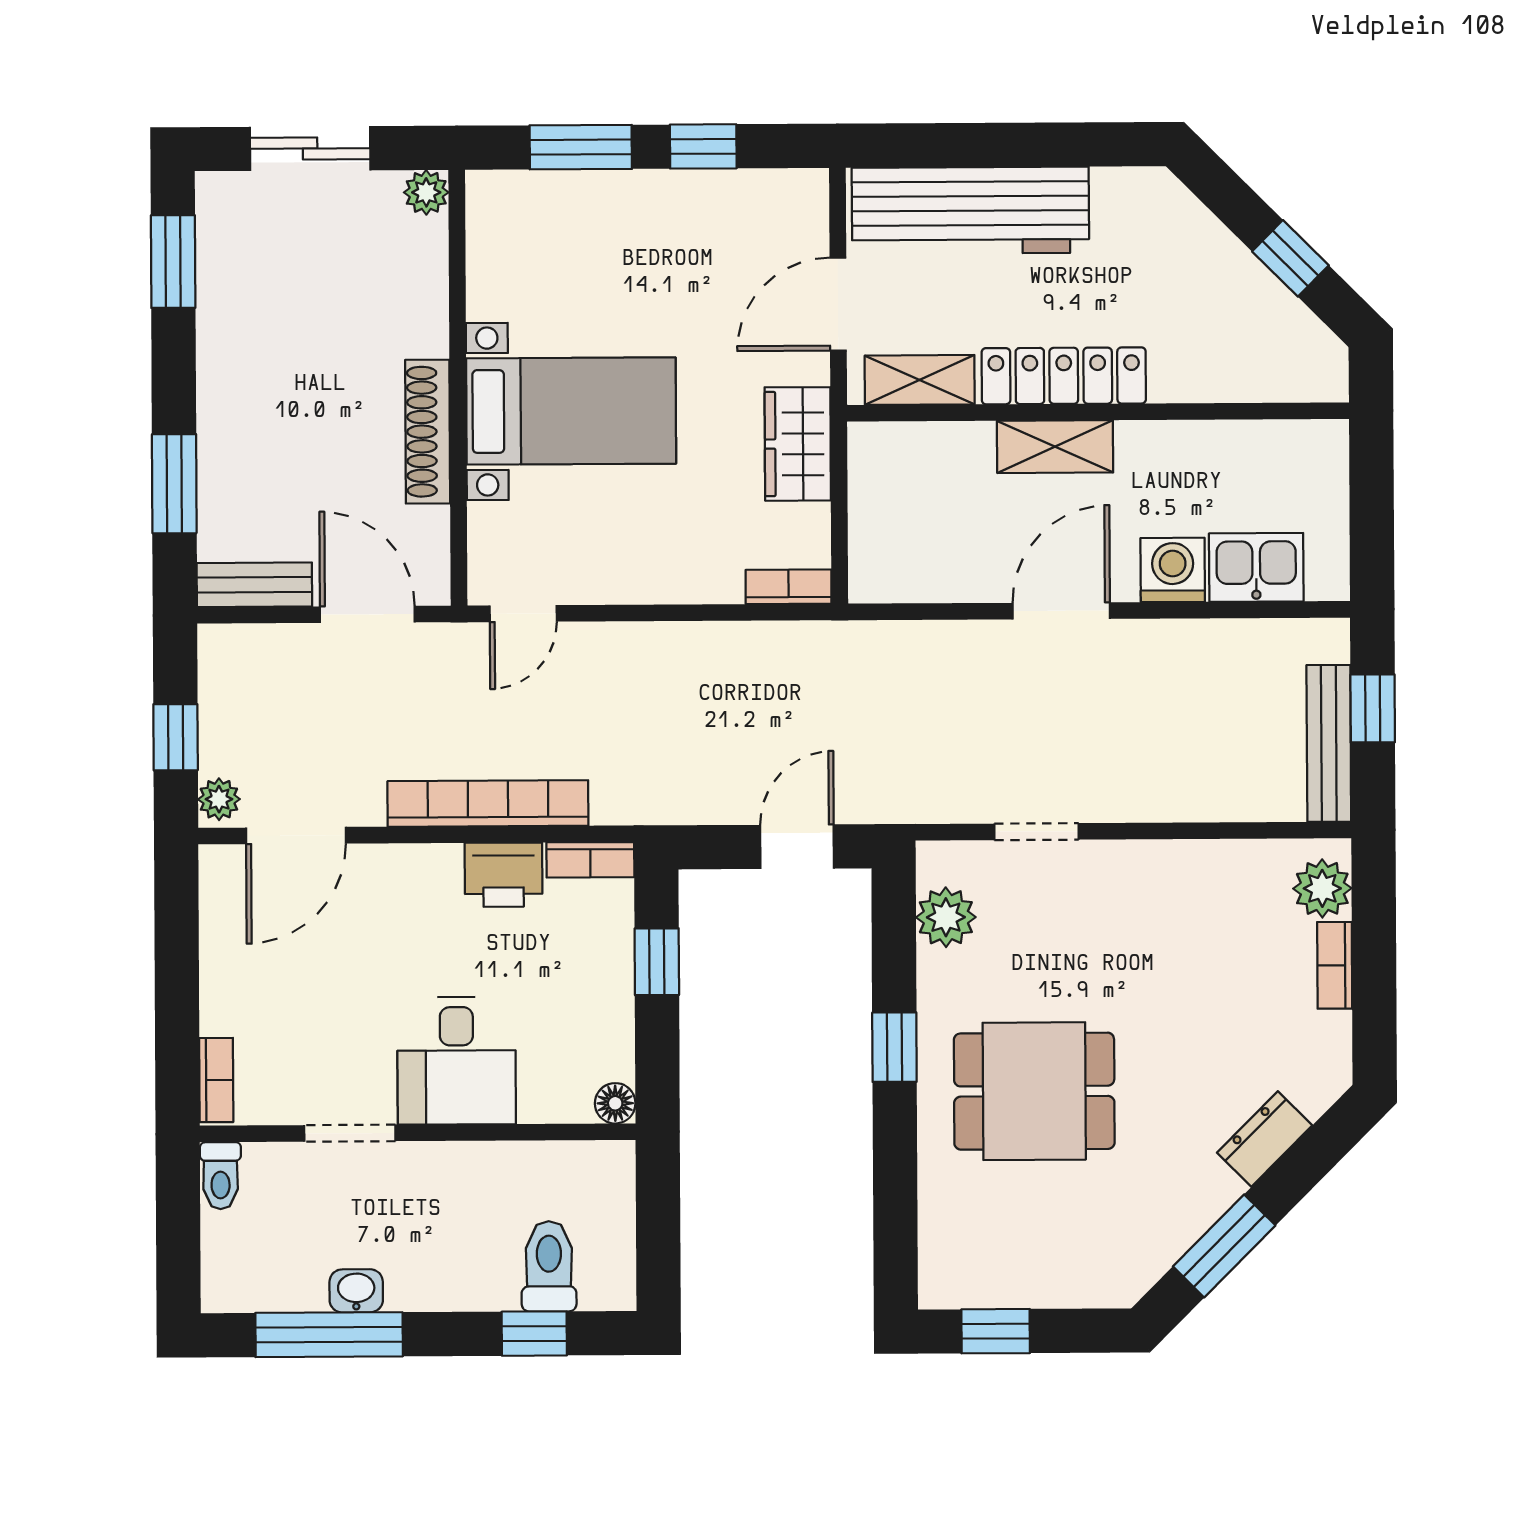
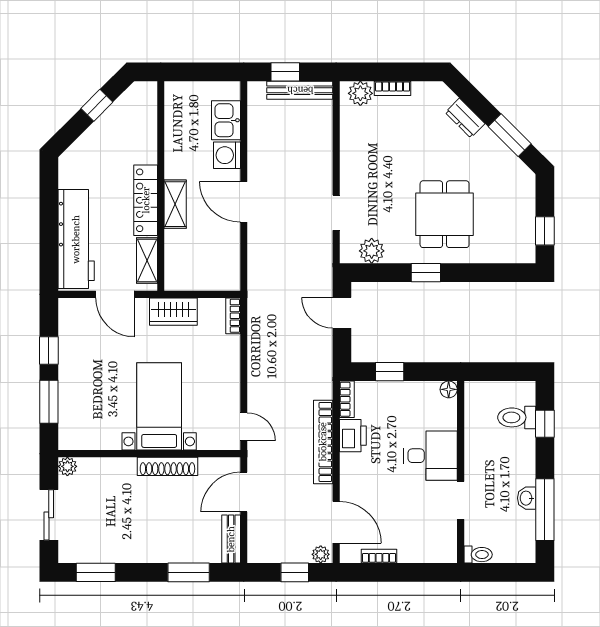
bookcase: (216, 1080) -> (379, 556), moved

